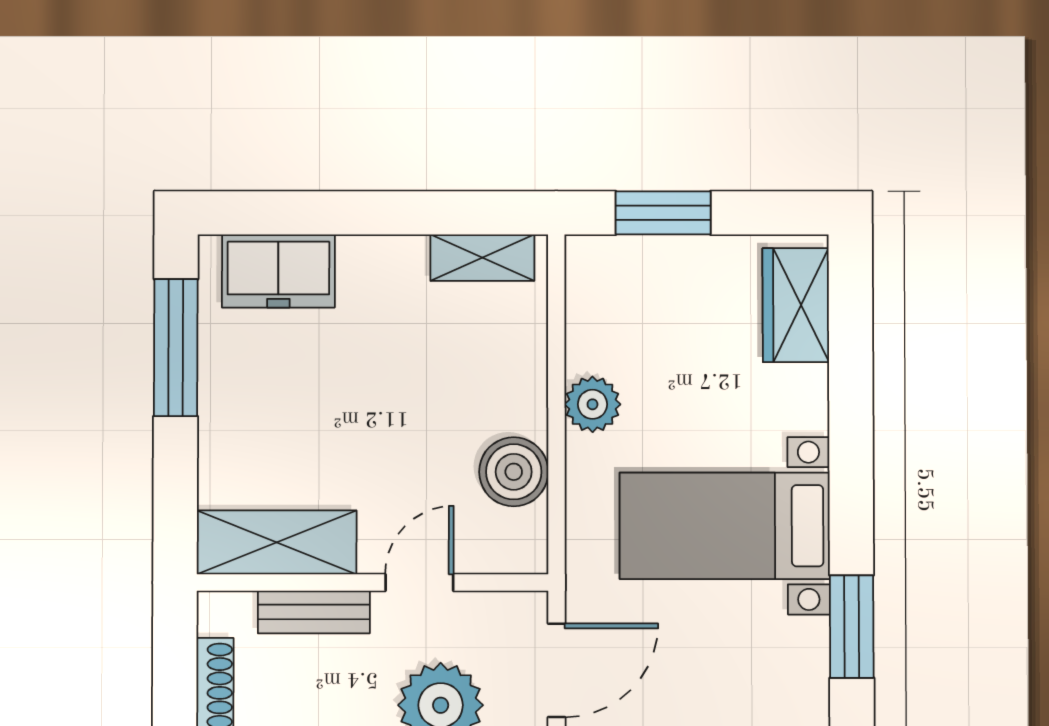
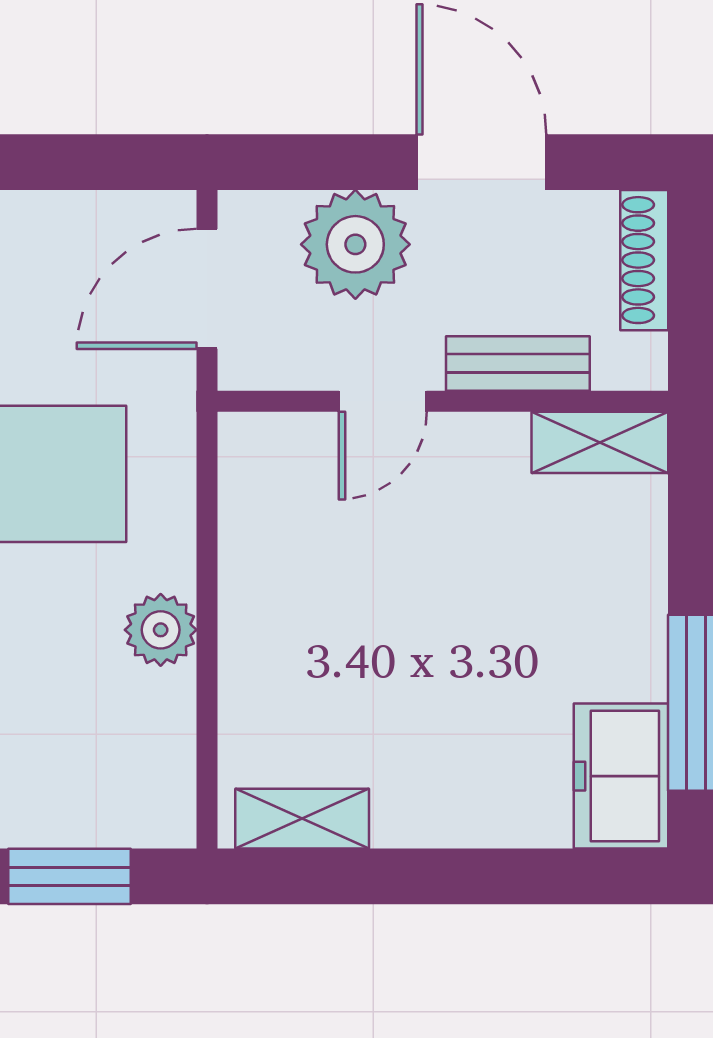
freezer: (278, 271) -> (621, 776), moved, turned -90
boiler: (514, 472) -> (262, 543), removed
shelving: (277, 542) -> (600, 442), width x0.67, depth x0.75

